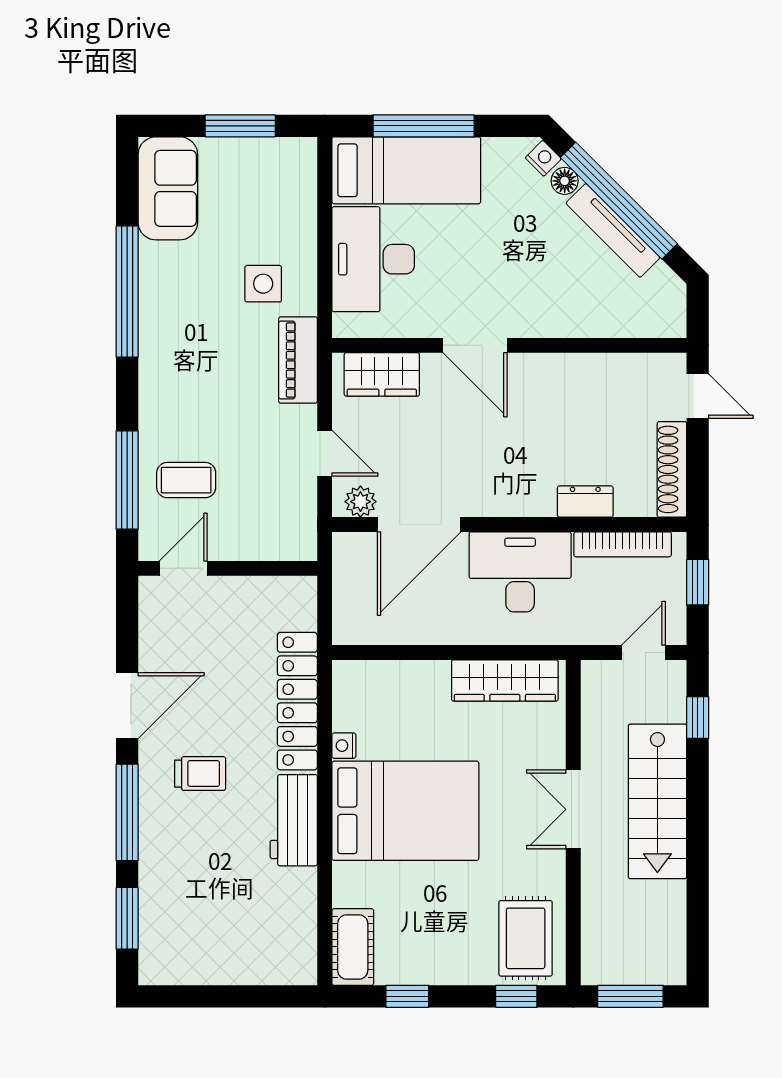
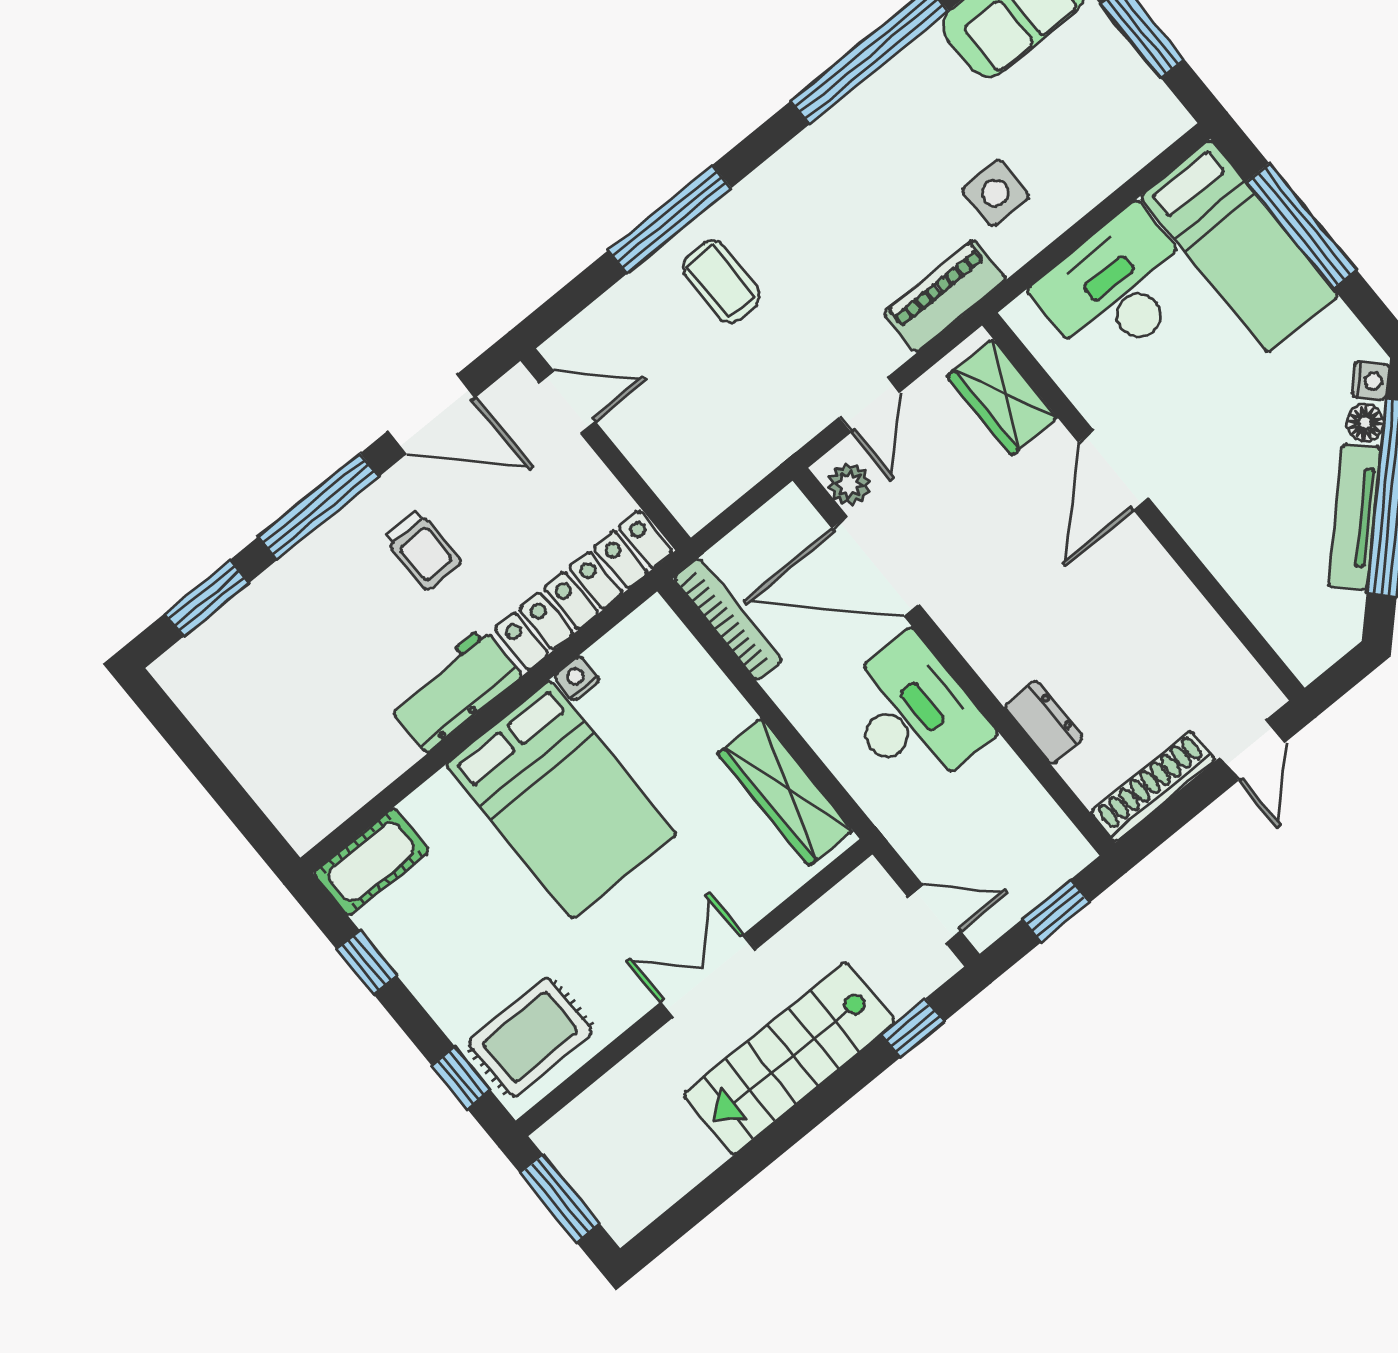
bookcase: (623, 544) -> (728, 619), moved, turned 180
door: (183, 568) -> (567, 402), moved
wall: (228, 568) -> (606, 449), moved

